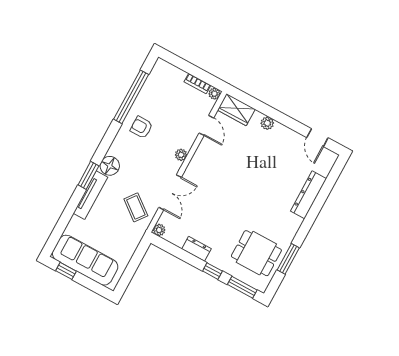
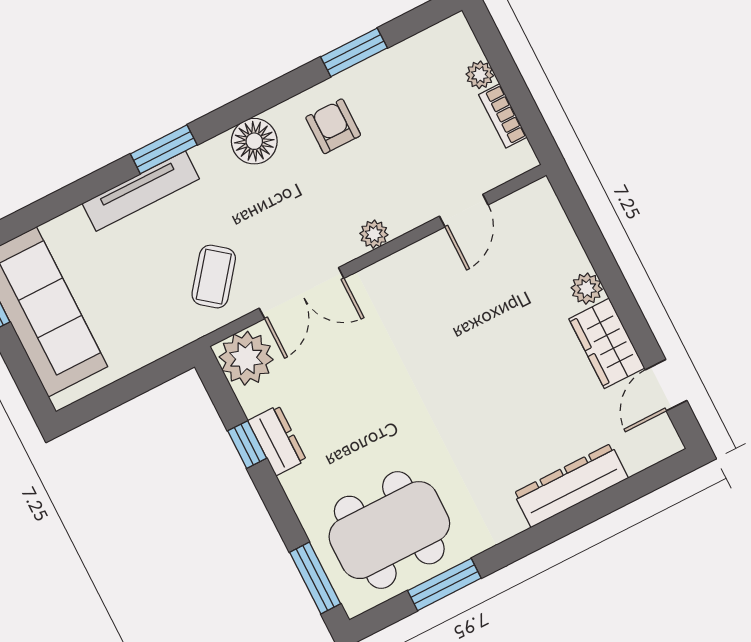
plant: (214, 94) -> (480, 75), moved
window: (131, 97) -> (354, 52), width x0.47
wardrobe: (236, 110) -> (607, 343), moved
floor lamp: (110, 166) -> (254, 141), moved
plant: (159, 230) -> (246, 358), width x1.88, depth x1.88
dining table: (256, 253) -> (389, 530), width x1.38
window: (212, 271) -> (247, 445), moved

